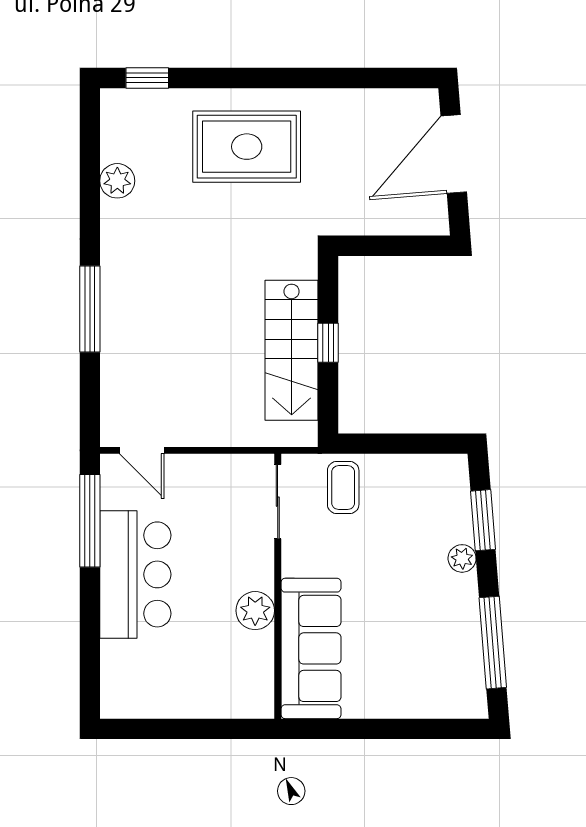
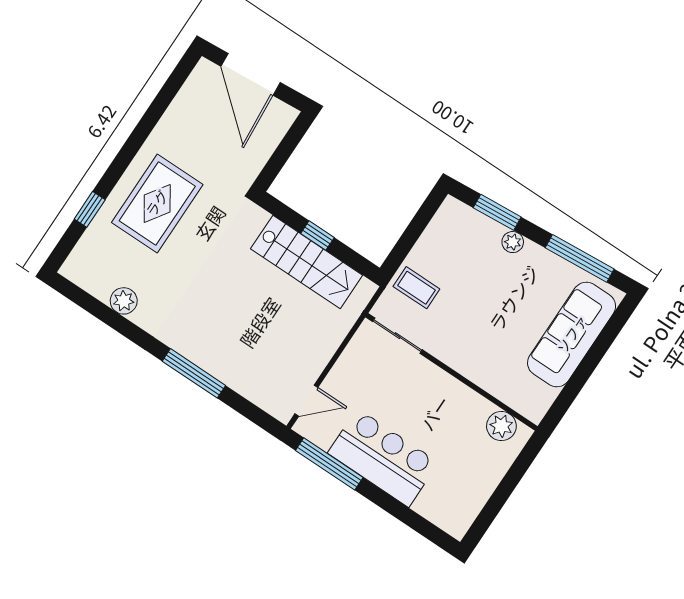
window: (147, 78) -> (90, 209), moved
plant: (255, 611) -> (501, 426), moved
sofa: (311, 648) -> (572, 334), moved, turned -90

